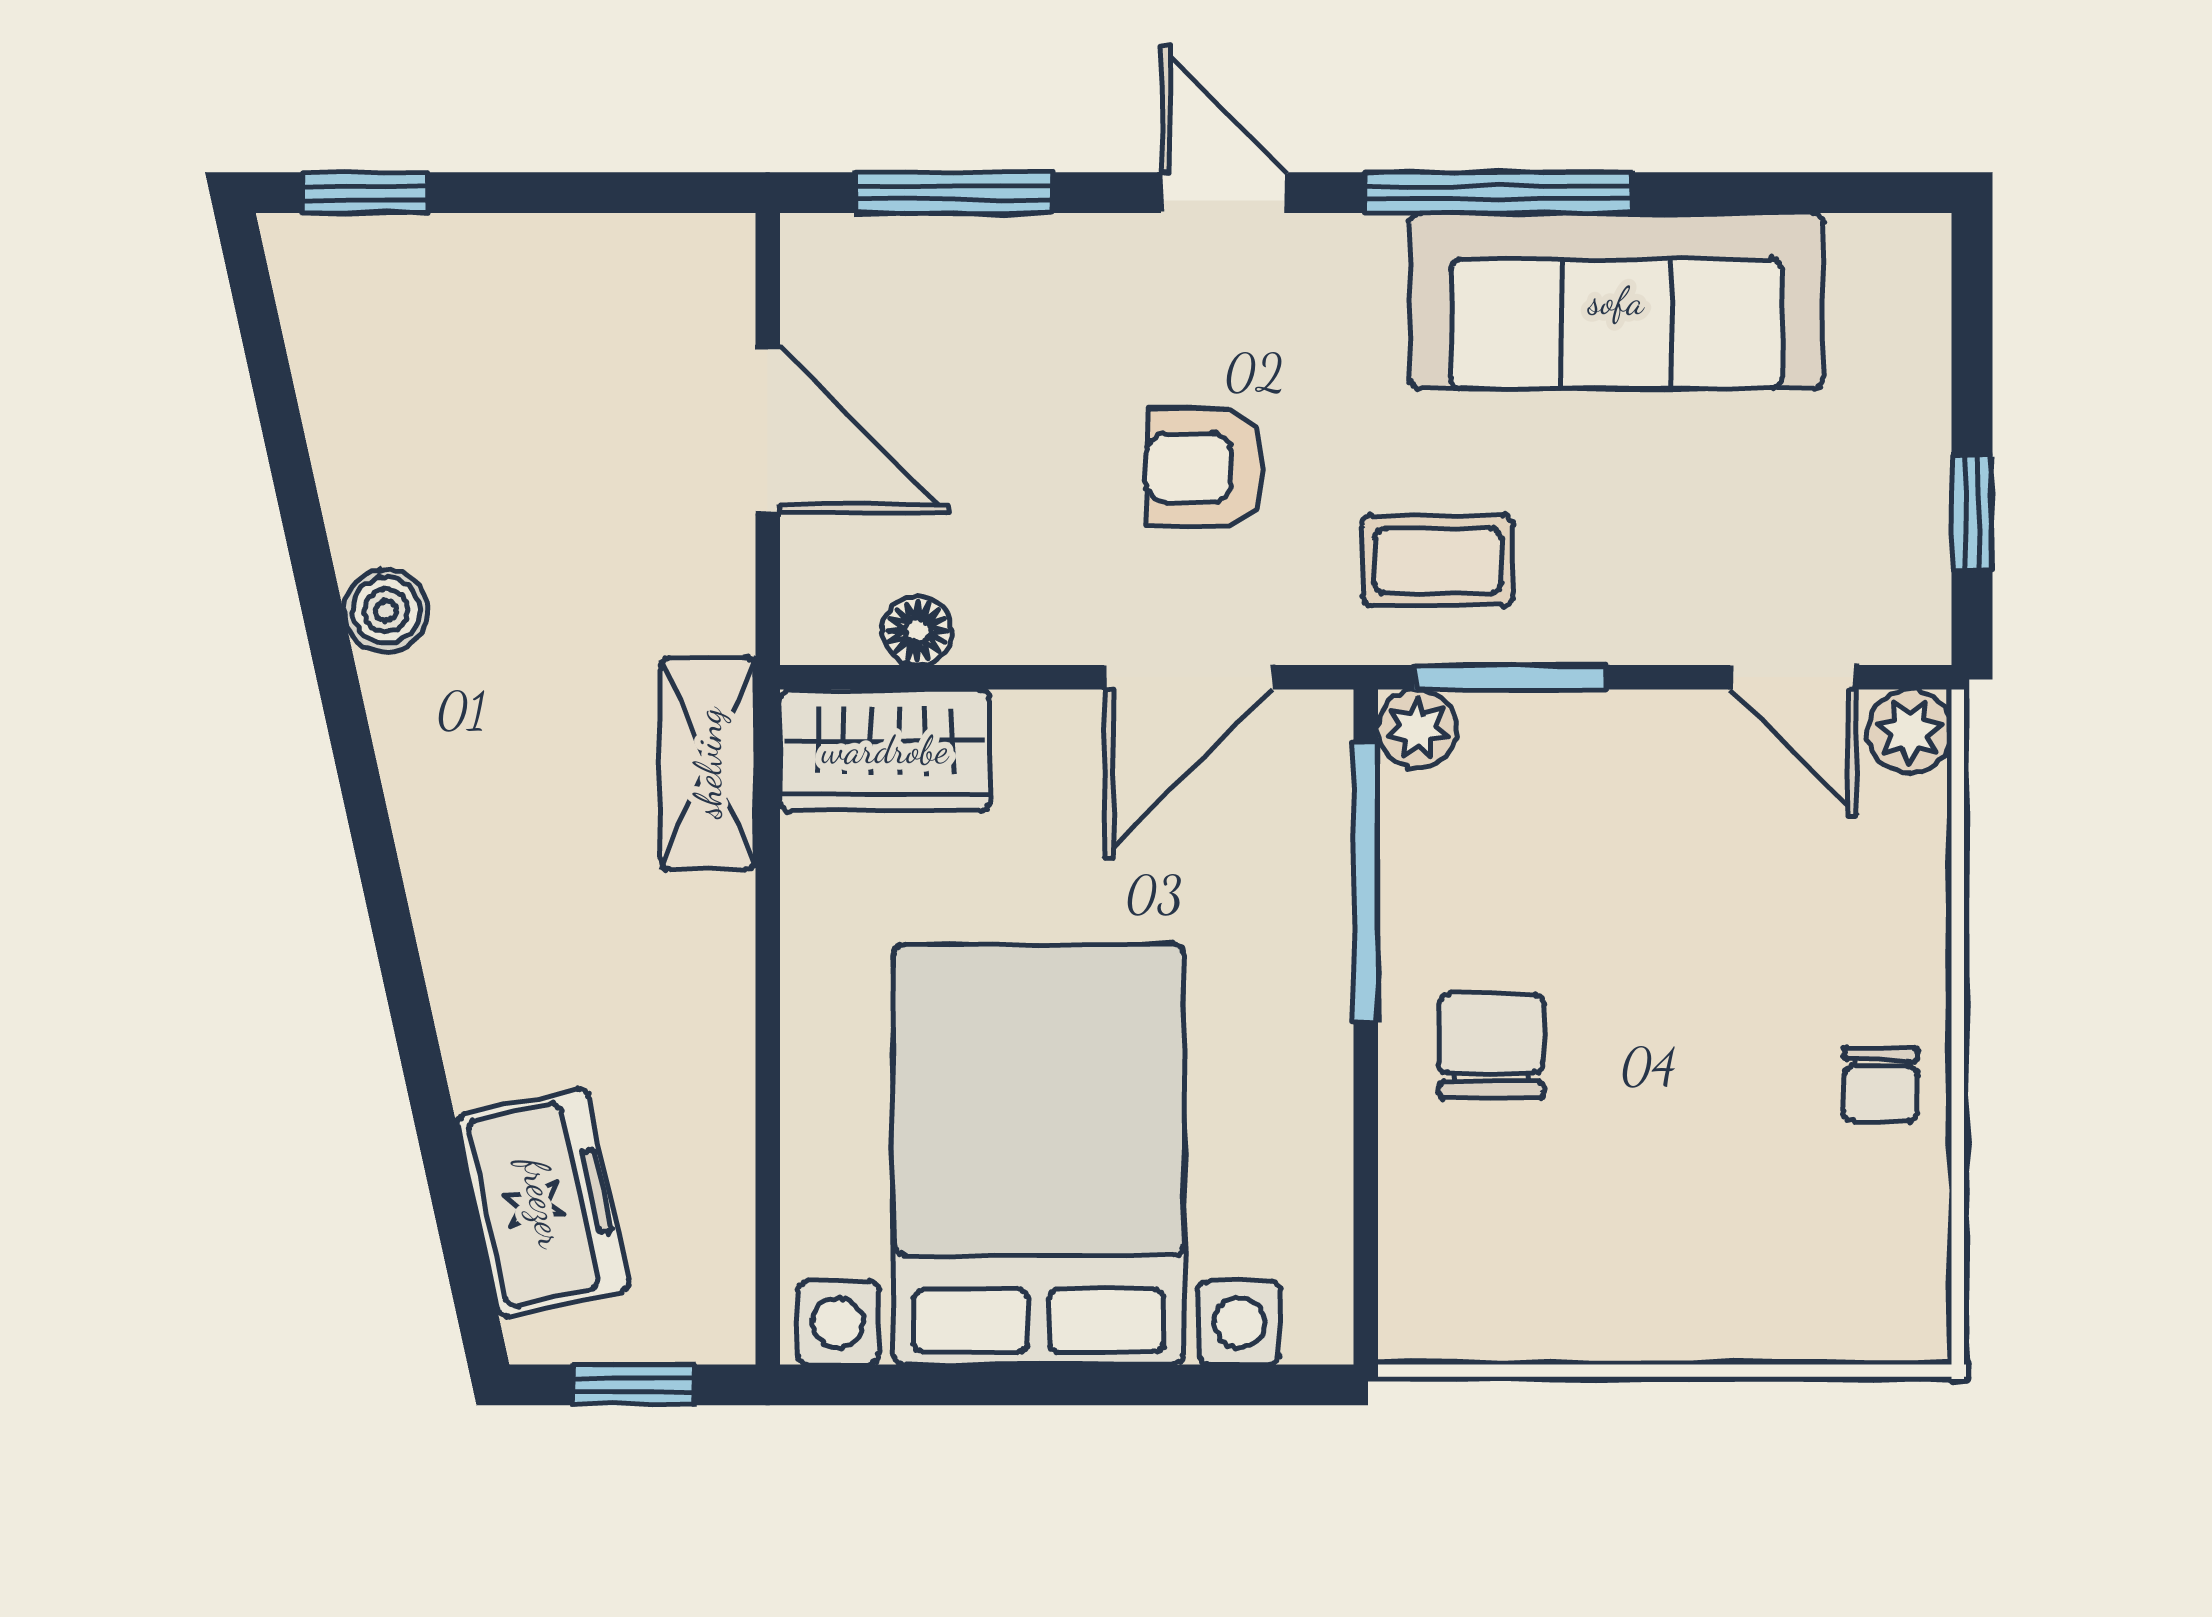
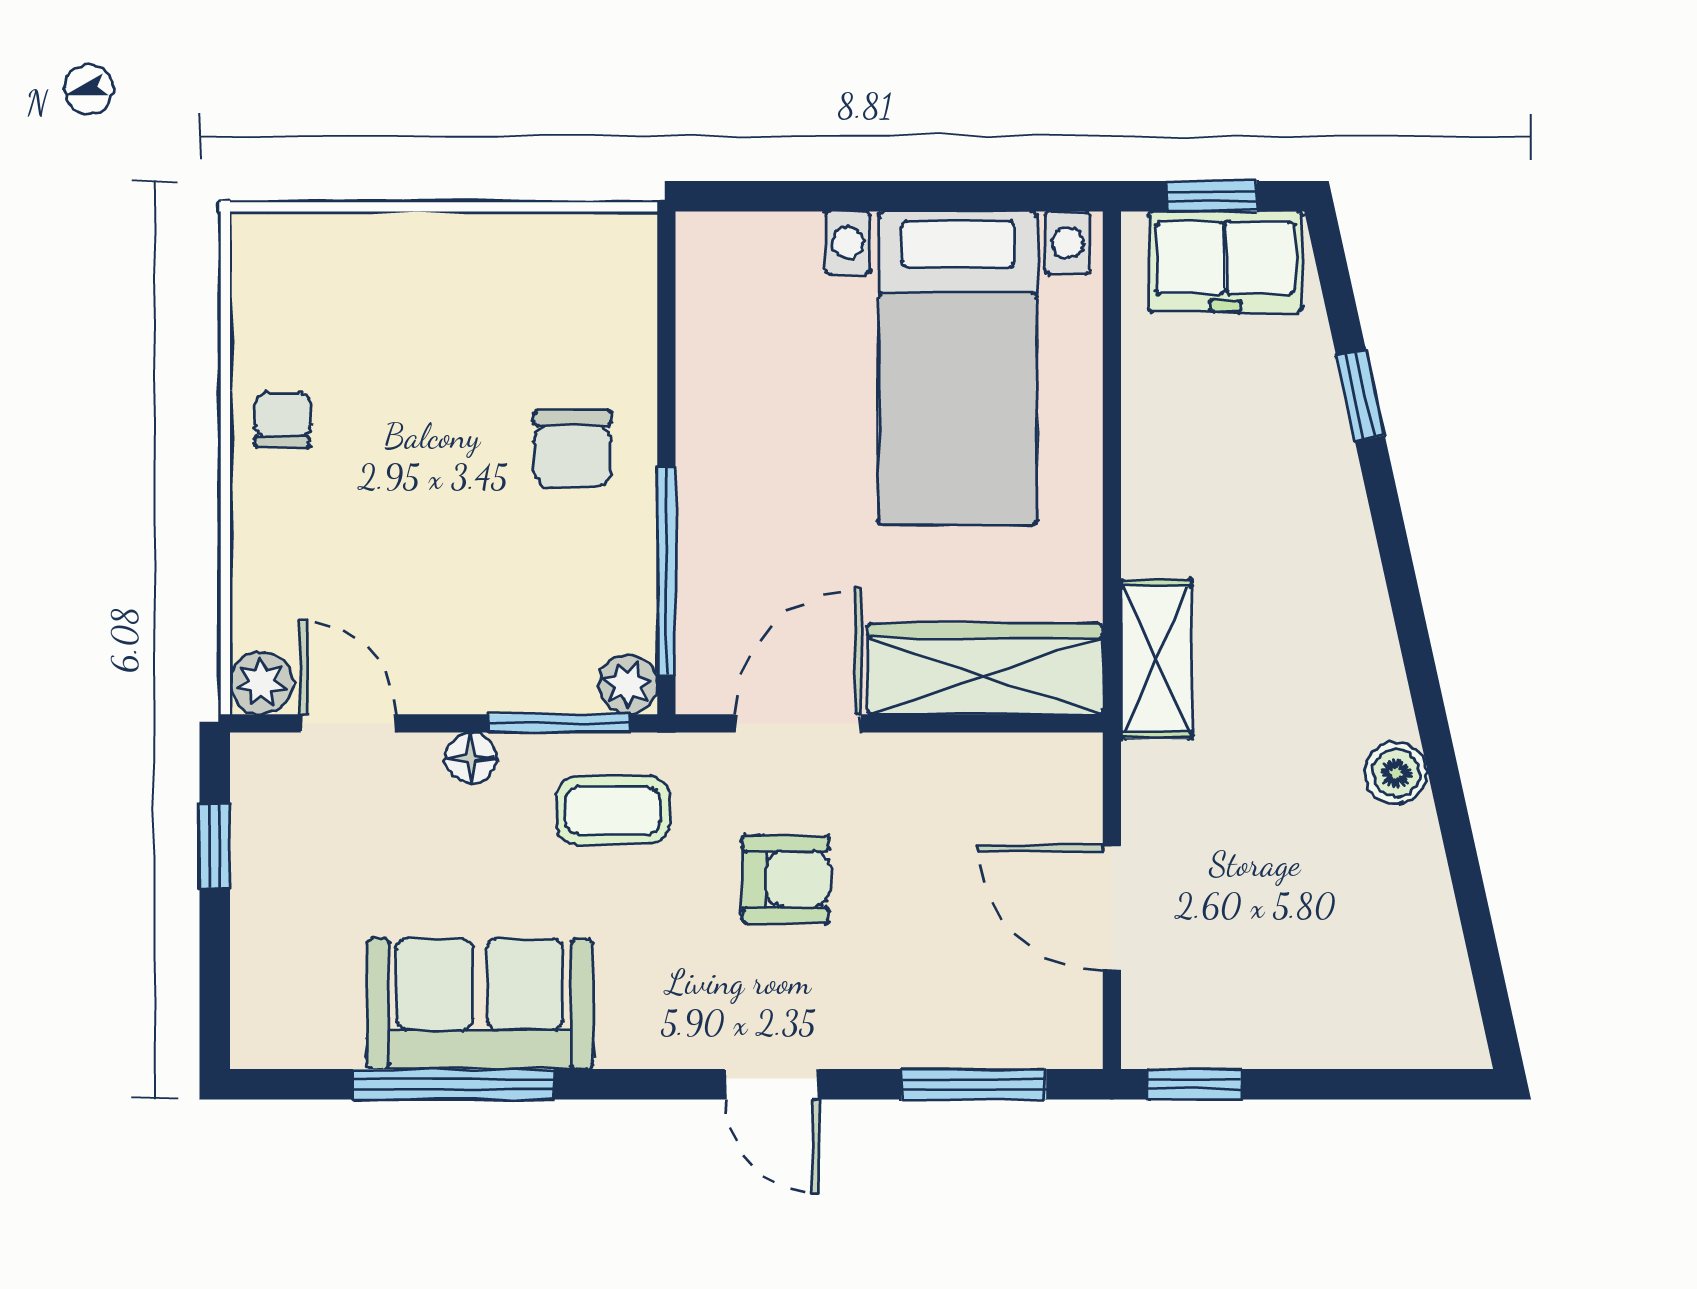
window: (365, 193) -> (1195, 1084), moved
window: (1498, 193) -> (453, 1084), moved
sofa: (1616, 301) -> (480, 1004), width x0.73
floor lamp: (917, 631) -> (471, 758), moved
wardrobe: (885, 750) -> (985, 669), width x1.50
window: (434, 1117) -> (1360, 396), added
bed with nightstands: (1039, 1154) -> (958, 368), width x0.73
freezer: (543, 1203) -> (1225, 262), moved, turned -78

